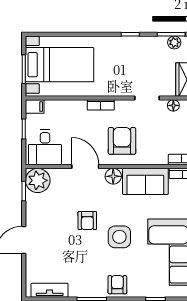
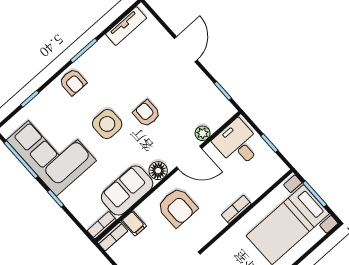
bookcase: (101, 105) -> (236, 209), moved
filing cabinet: (35, 107) -> (134, 223), moved, turned -90
plant: (38, 180) -> (203, 133), moved, width x0.53, depth x0.53

